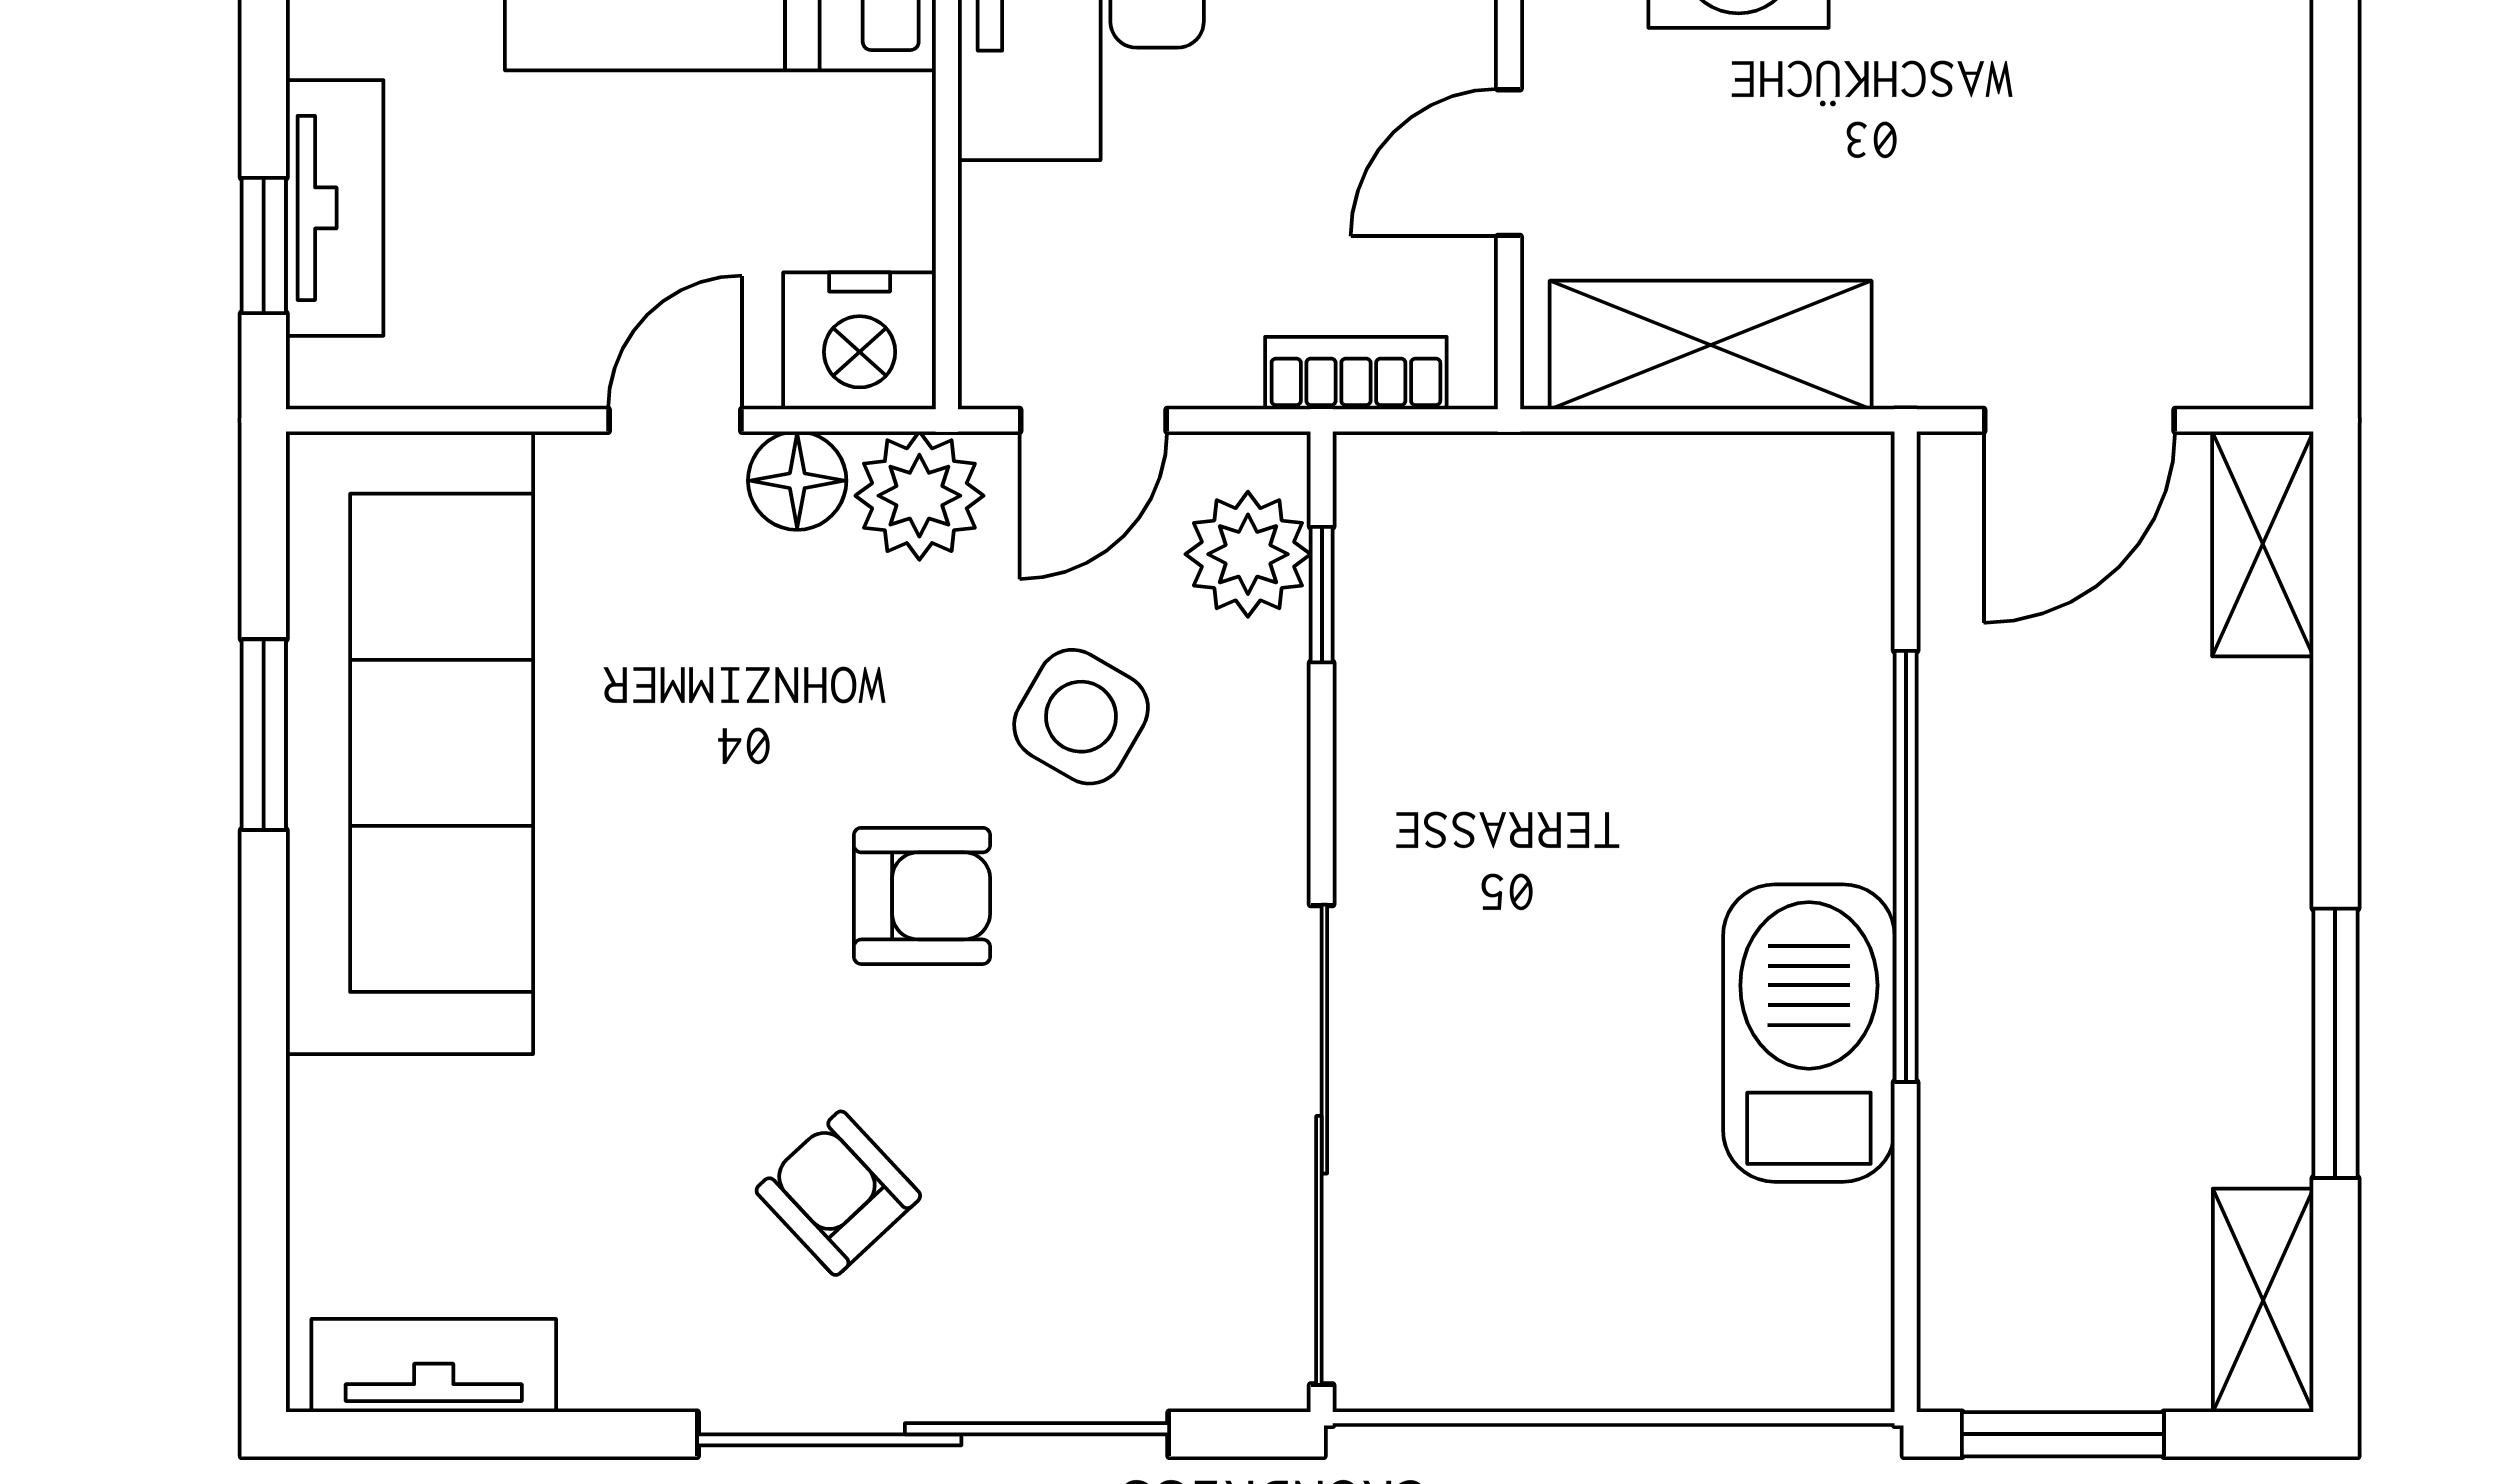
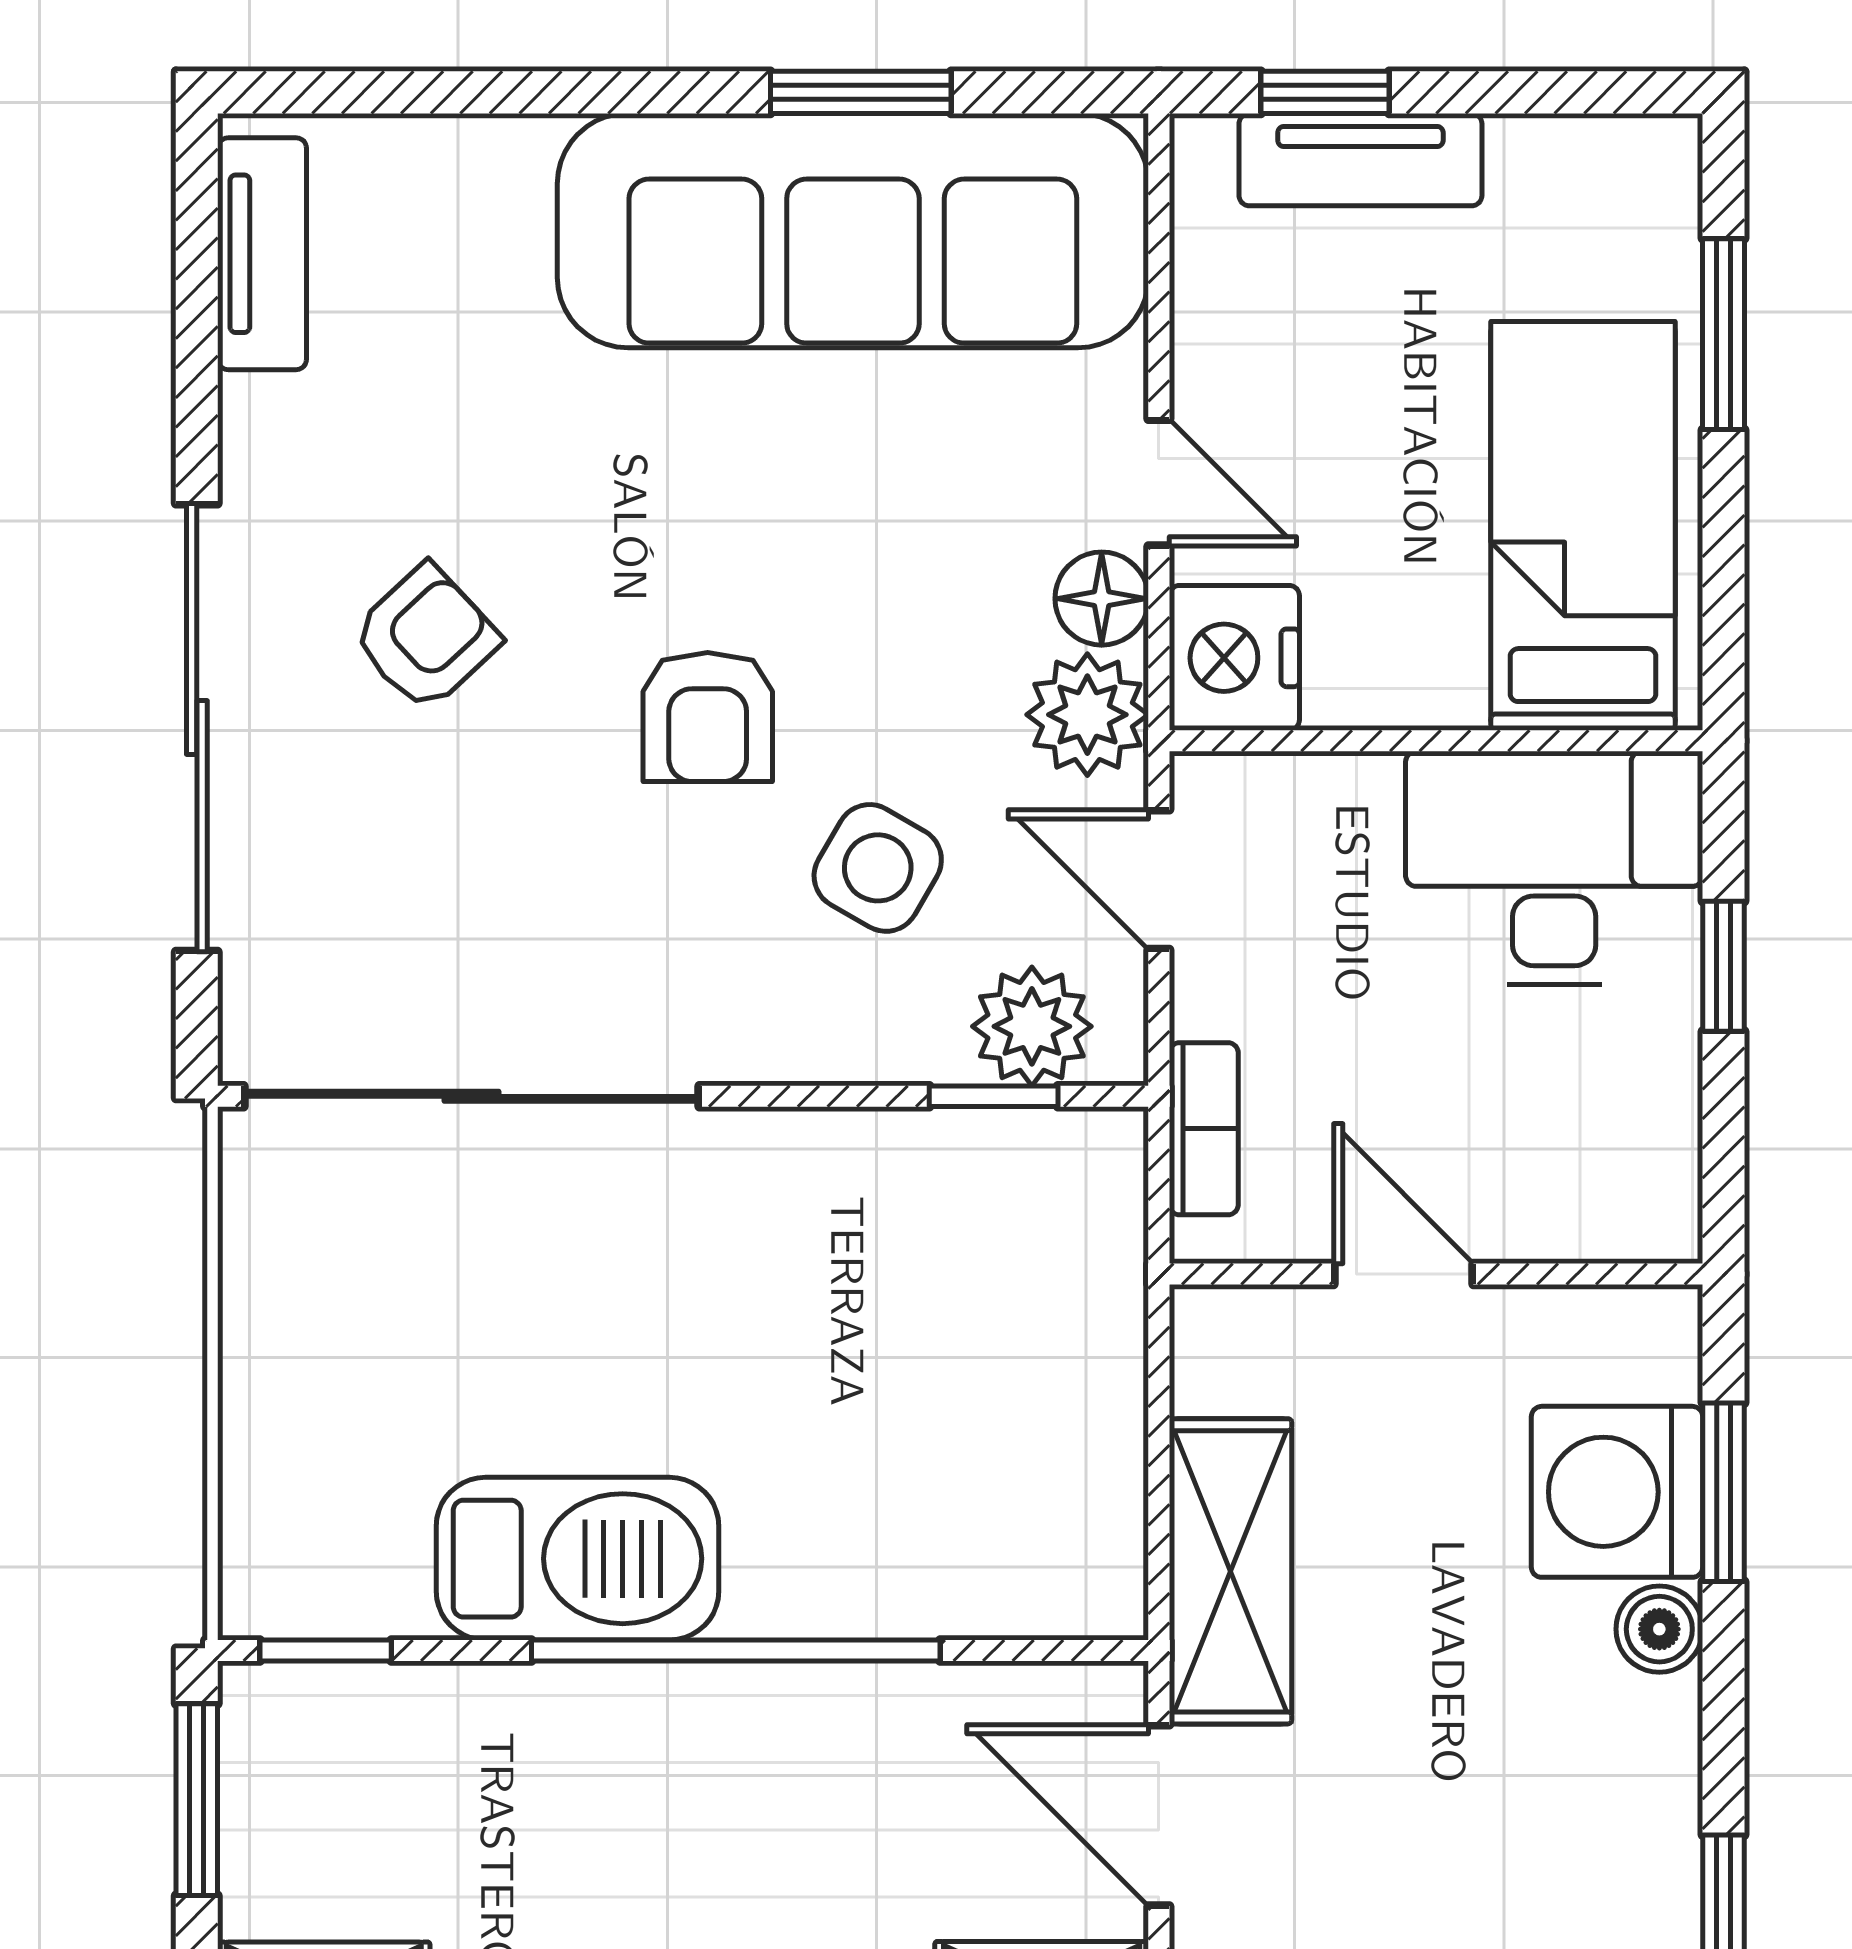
shelving: (1711, 345) -> (1230, 1571), moved
window: (1906, 1299) -> (326, 1650), added

